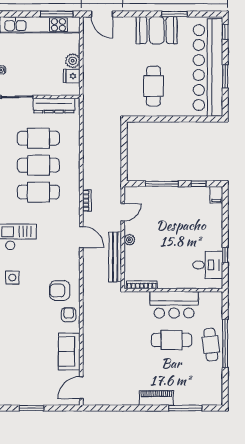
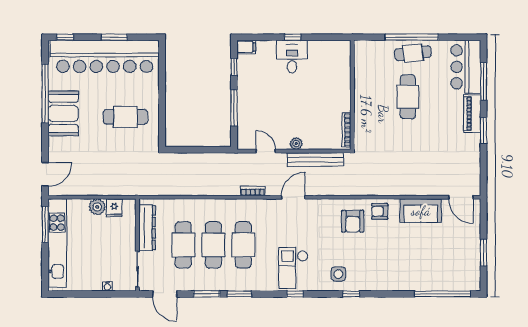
window: (175, 14) -> (45, 93), width x2.11
window: (225, 255) -> (293, 37), moved
desk: (208, 265) -> (292, 57), moved
bar counter: (174, 305) -> (466, 67), moved, turned 180
window: (141, 408) -> (484, 131), added

